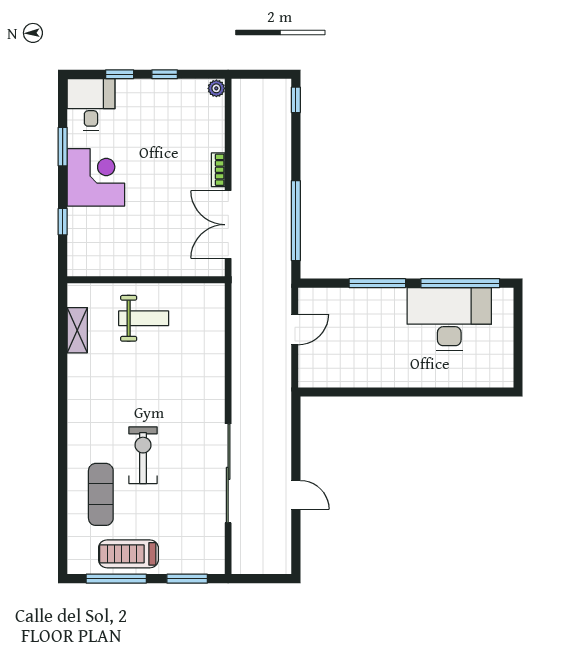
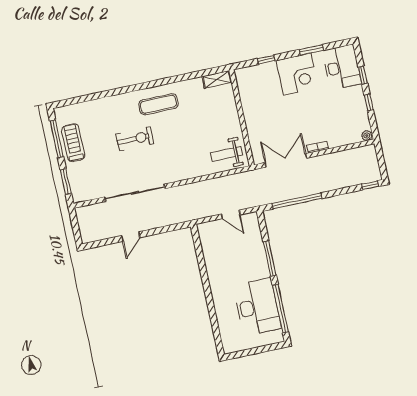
desk: (91, 105) -> (342, 67), width x1.37
weight bench: (144, 318) -> (227, 154), moved, turned 90
shelving: (77, 330) -> (217, 79), moved
exercise mat: (101, 494) -> (158, 104), moved

